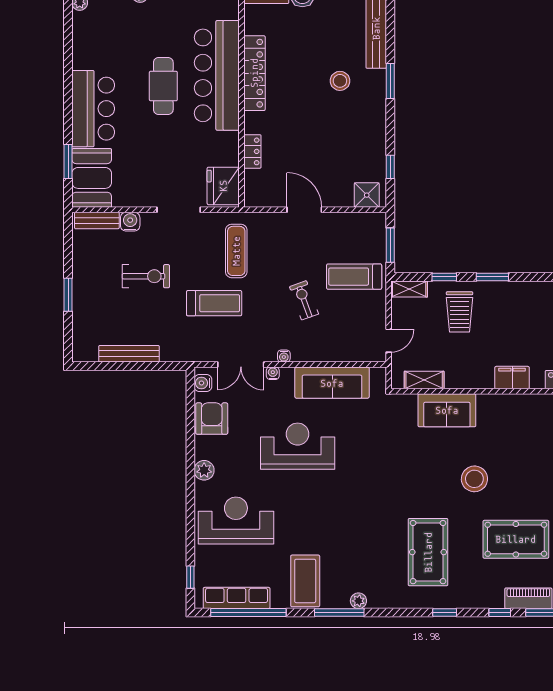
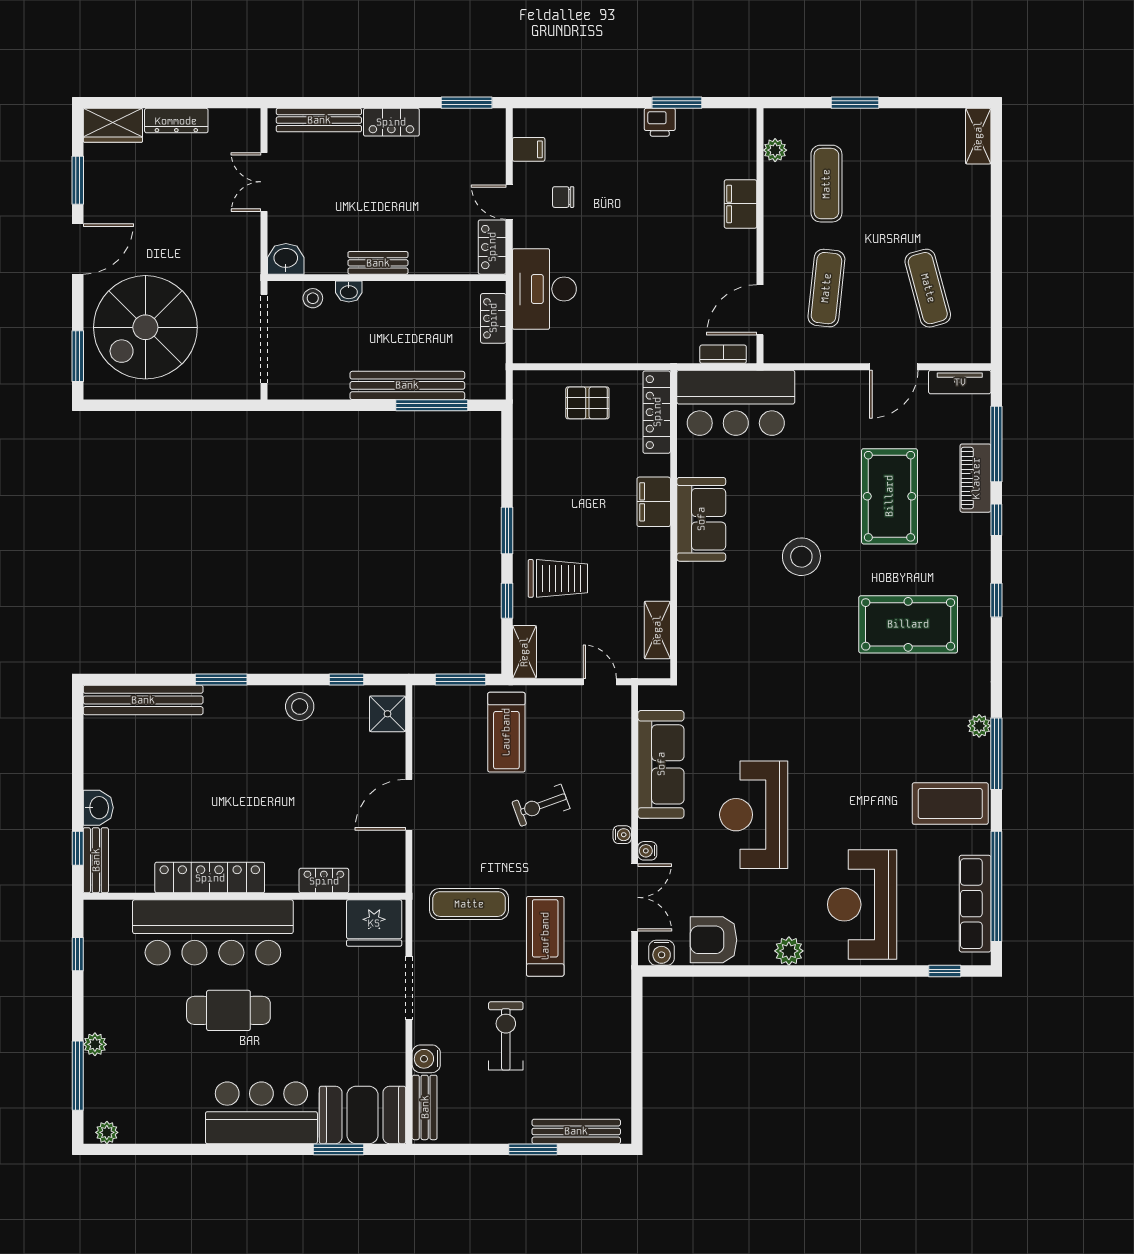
stool: (340, 81) -> (300, 707), moved
bench: (129, 354) -> (576, 1131), moved, turned 90
sofa: (447, 410) -> (701, 519), moved

